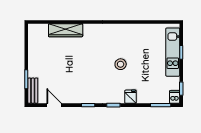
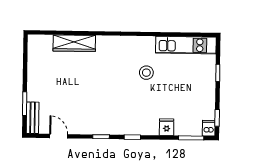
kitchen unit: (173, 52) -> (186, 45), moved, turned -90
stool: (121, 64) -> (146, 73), moved
fridge: (131, 97) -> (167, 127), moved

